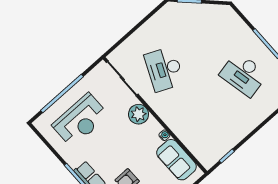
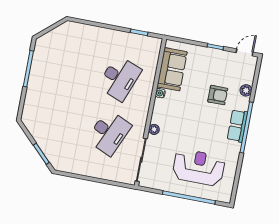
desk: (243, 74) -> (119, 78), moved, turned 33
plant: (139, 114) -> (154, 129), width x0.53, depth x0.53

